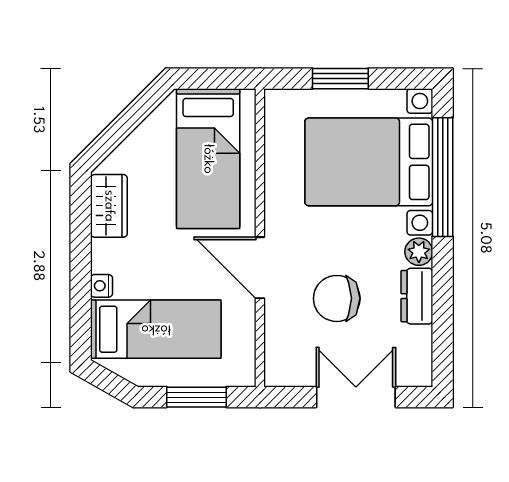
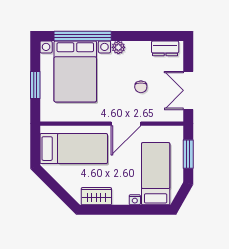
dresser: (417, 296) -> (165, 48), moved
chair: (337, 298) -> (141, 87), width x0.54, depth x0.54
double door: (356, 397) -> (188, 90), moved

